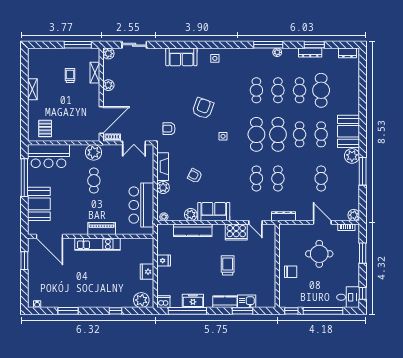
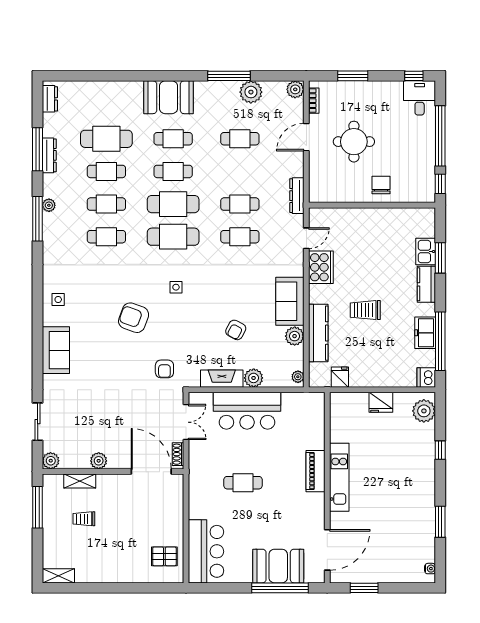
window: (314, 45) -> (38, 149), width x1.44
shelving: (32, 89) -> (58, 576), moved
plant: (94, 152) -> (200, 483), removed
plant: (352, 156) -> (251, 92), moved
window: (24, 178) -> (280, 588), moved
bar counter: (141, 205) -> (247, 411), moved
fridge: (164, 261) -> (340, 377), moved
trolley: (228, 265) -> (365, 310), moved

